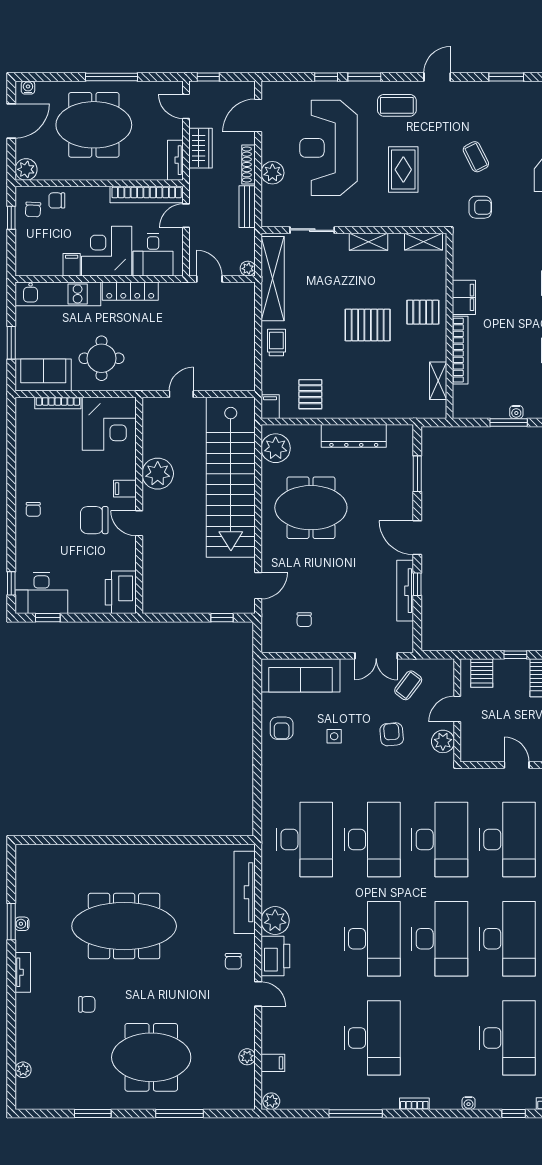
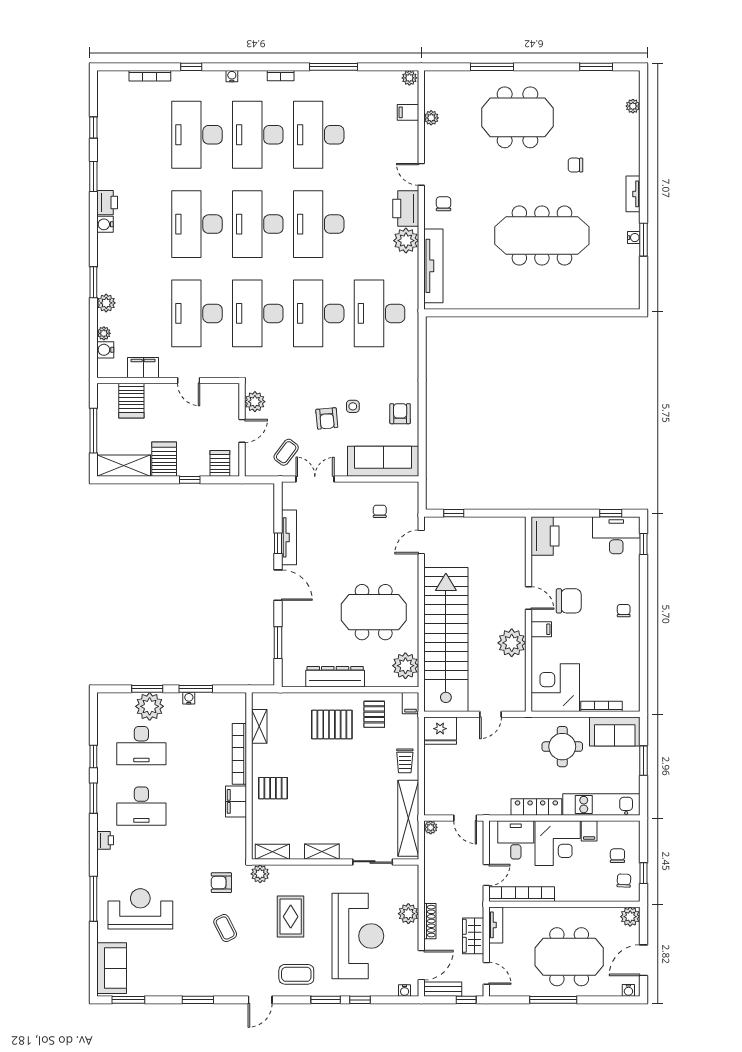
water cooler: (277, 87) -> (405, 991), added
chair: (57, 200) -> (617, 856), moved, turned -90
bench: (247, 207) -> (443, 989), moved, turned 90
plant: (437, 217) -> (260, 874), added
pallet: (368, 325) -> (332, 725), moved
fridge: (237, 376) -> (440, 731), added
armchair: (392, 734) -> (327, 418), moved
desk: (440, 1038) -> (258, 135), added
window: (93, 1113) -> (596, 67), moved

